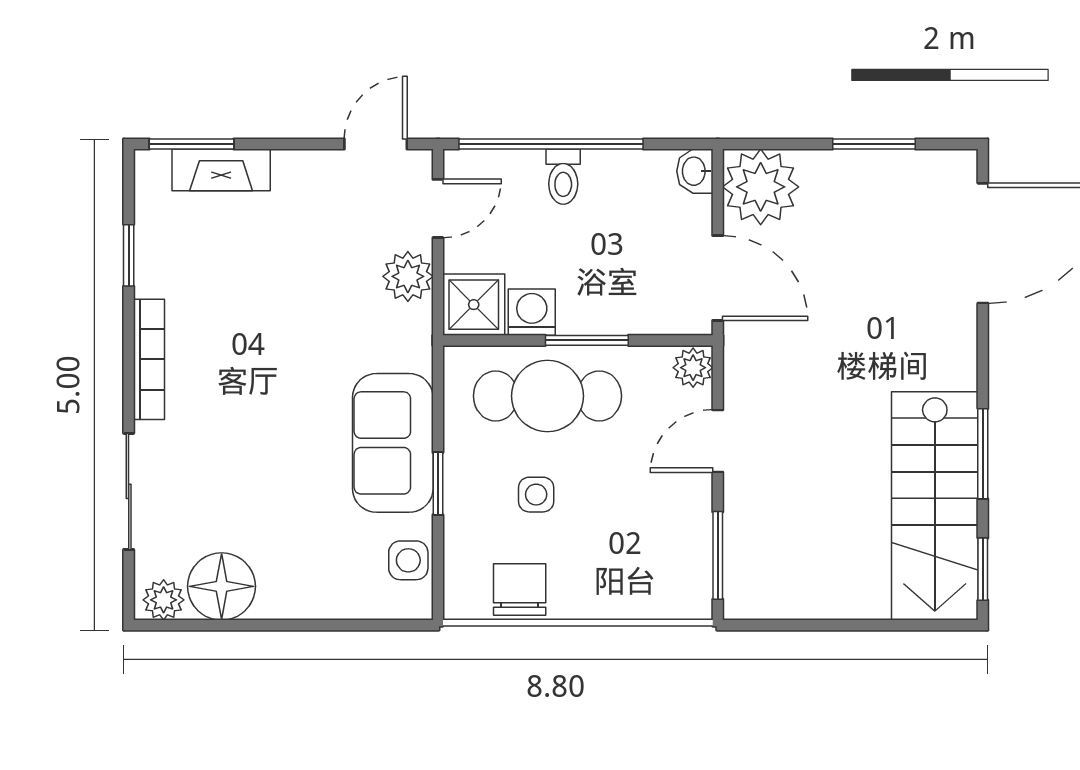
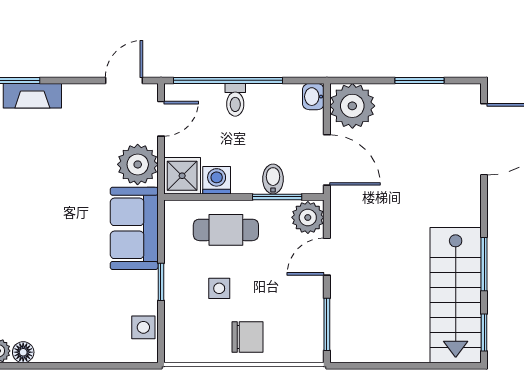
plant: (408, 276) -> (138, 164), width x1.36, depth x1.36
bidet: (627, 310) -> (273, 179), added
window: (587, 340) -> (277, 197), moved
plant: (693, 368) -> (308, 217), width x1.38, depth x1.38
cafe table: (547, 396) -> (226, 230), width x0.73, depth x0.74
sofa: (393, 443) -> (134, 228), moved
floor lamp: (222, 586) -> (23, 352), width x0.53, depth x0.53
chair: (520, 589) -> (247, 337), moved, turned 90

